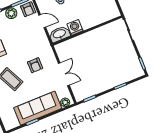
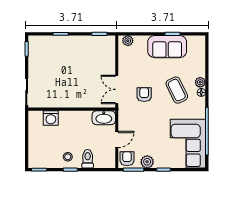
door: (42, 21) -> (117, 139), swing flipped
washing machine: (75, 27) -> (51, 118), moved
double door: (64, 74) -> (117, 89), moved
sofa: (38, 108) -> (167, 47), width x0.73

